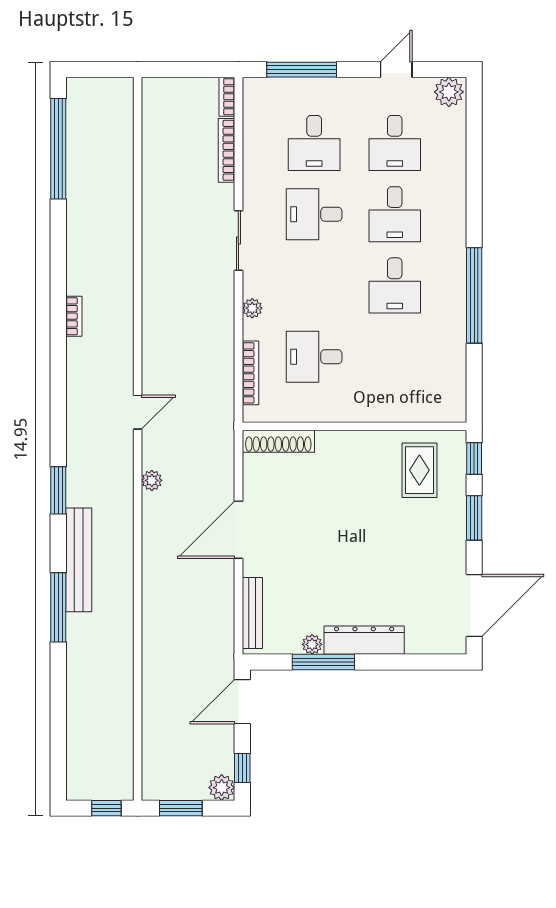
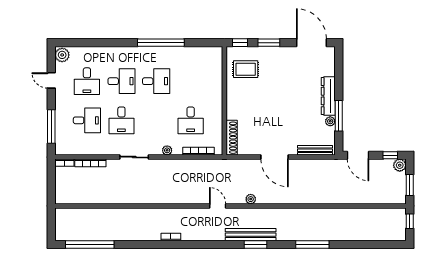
desk: (395, 143) -> (87, 81), turned 90
bench: (79, 560) -> (251, 235), moved

